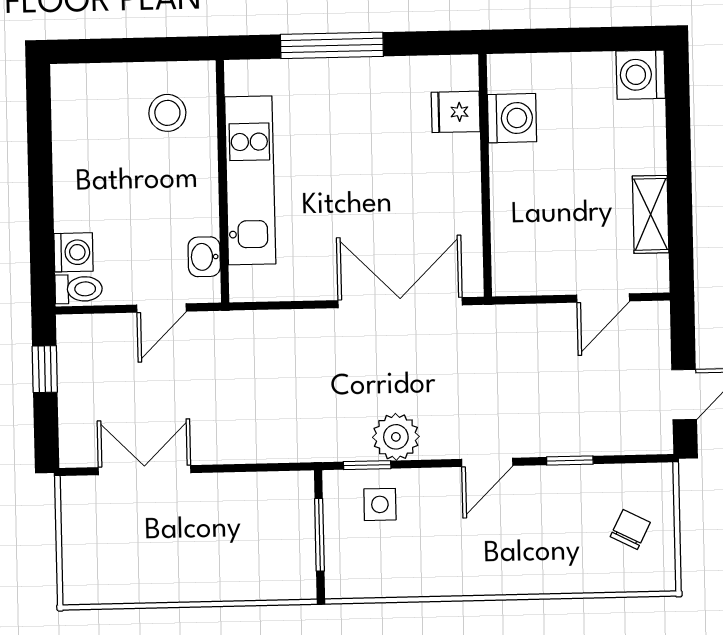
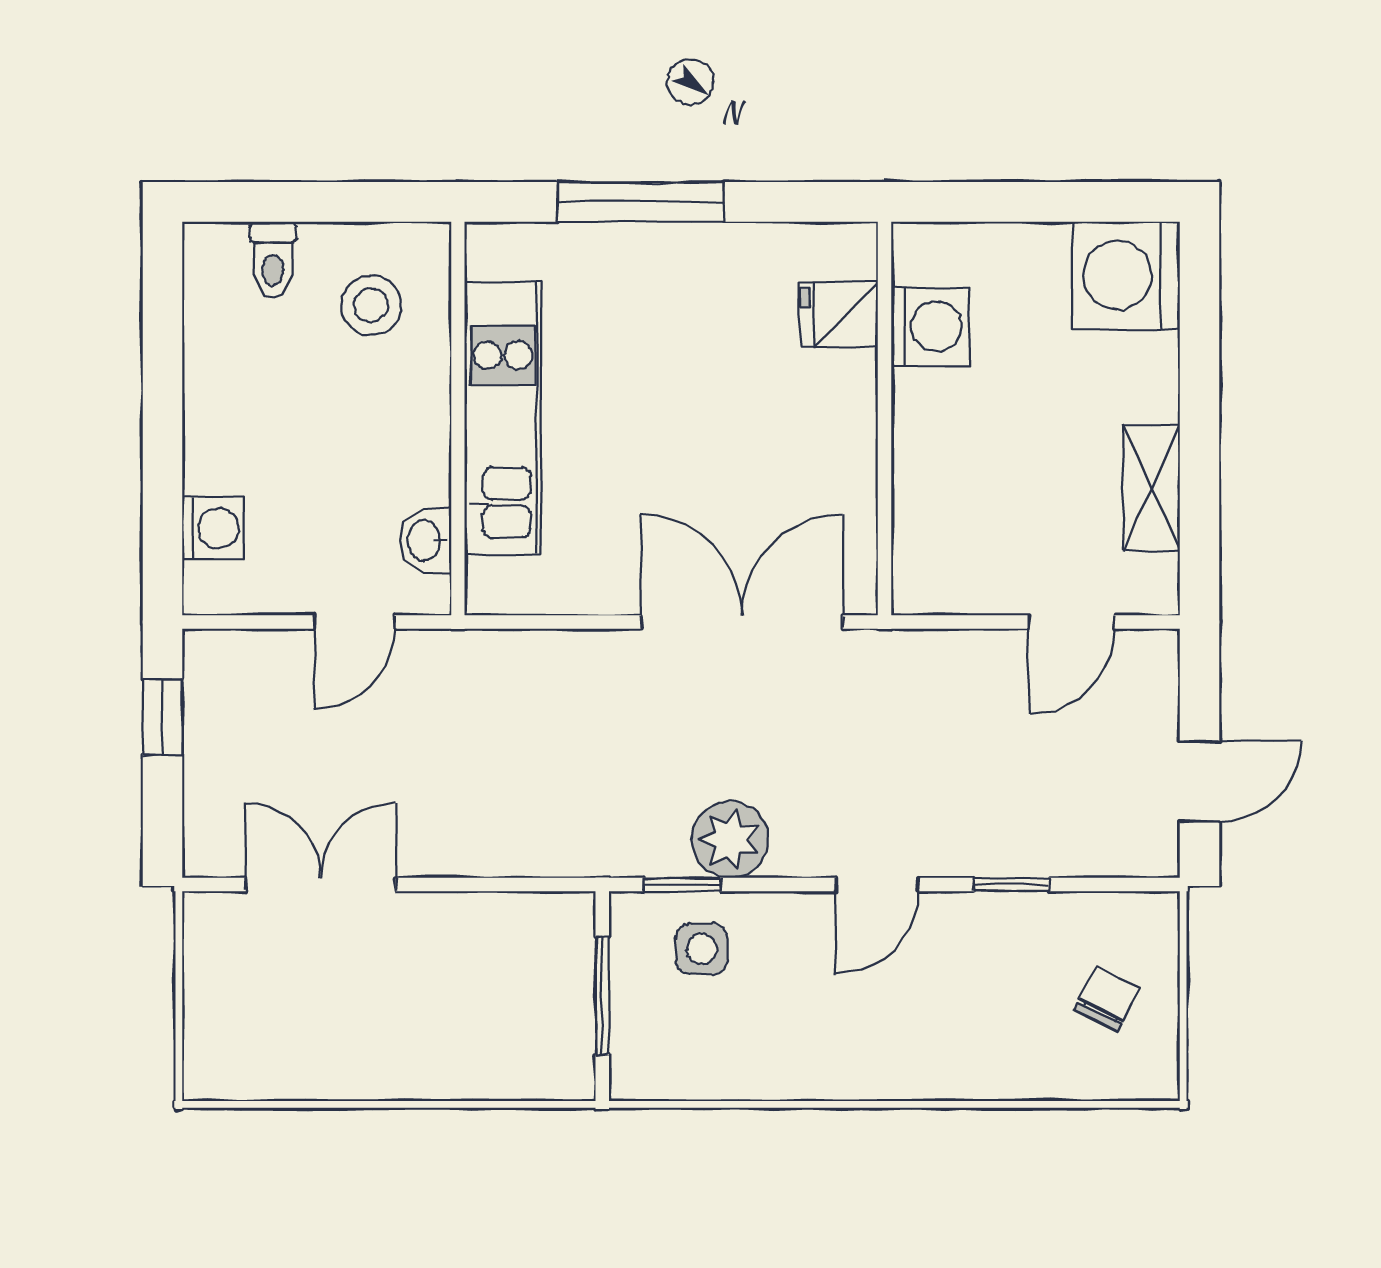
washing machine: (641, 75) -> (1126, 275), width x1.37, depth x1.37
toilet: (79, 289) -> (273, 260), moved, turned 90

